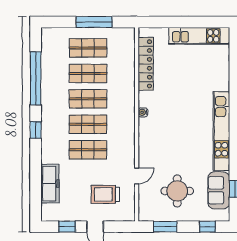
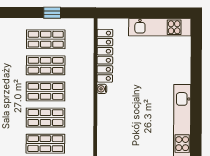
window: (94, 22) -> (52, 13), width x0.46
water cooler: (143, 112) -> (102, 89), moved

